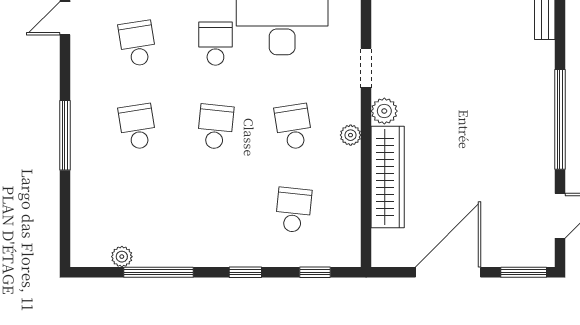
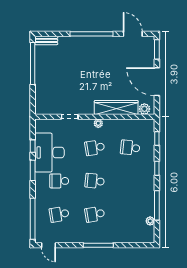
plant: (384, 111) -> (144, 109), moved

